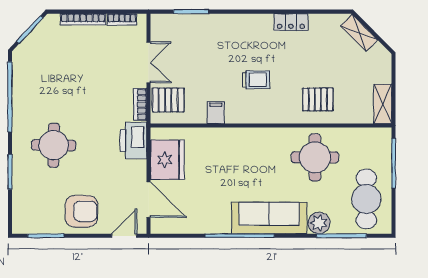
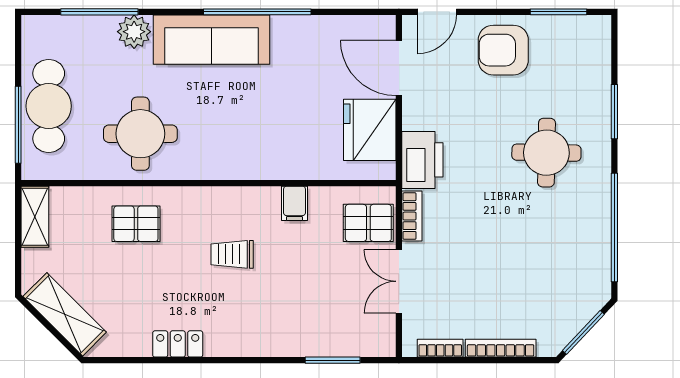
shelving: (359, 33) -> (65, 314), width x1.50, depth x1.33
cafe table: (366, 199) -> (49, 106), moved

